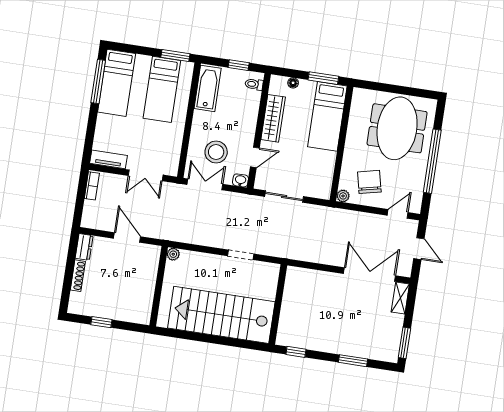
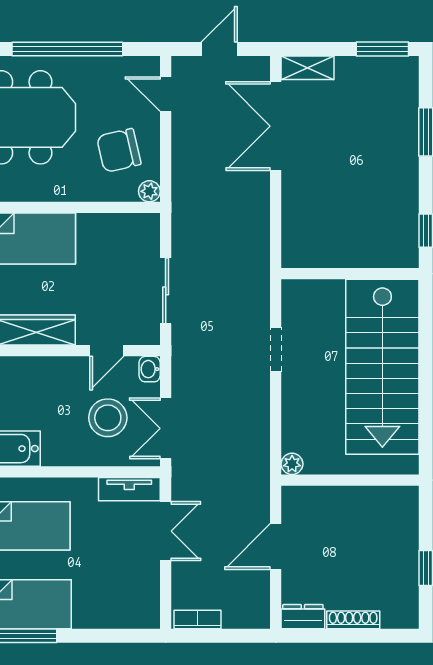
door: (255, 157) -> (107, 351), swing flipped
tv unit: (108, 159) -> (129, 489), moved, turned -90

